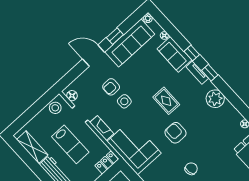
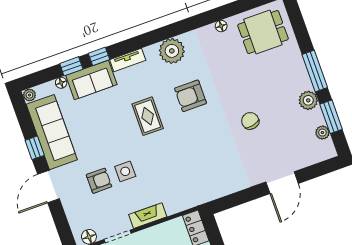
window: (210, 73) -> (71, 66), moved
armchair: (111, 87) -> (99, 181), turned -90
rug: (166, 101) -> (148, 116), turned 90
armchair: (175, 133) -> (190, 96), moved
corner sofa: (134, 147) -> (191, 184), removed

